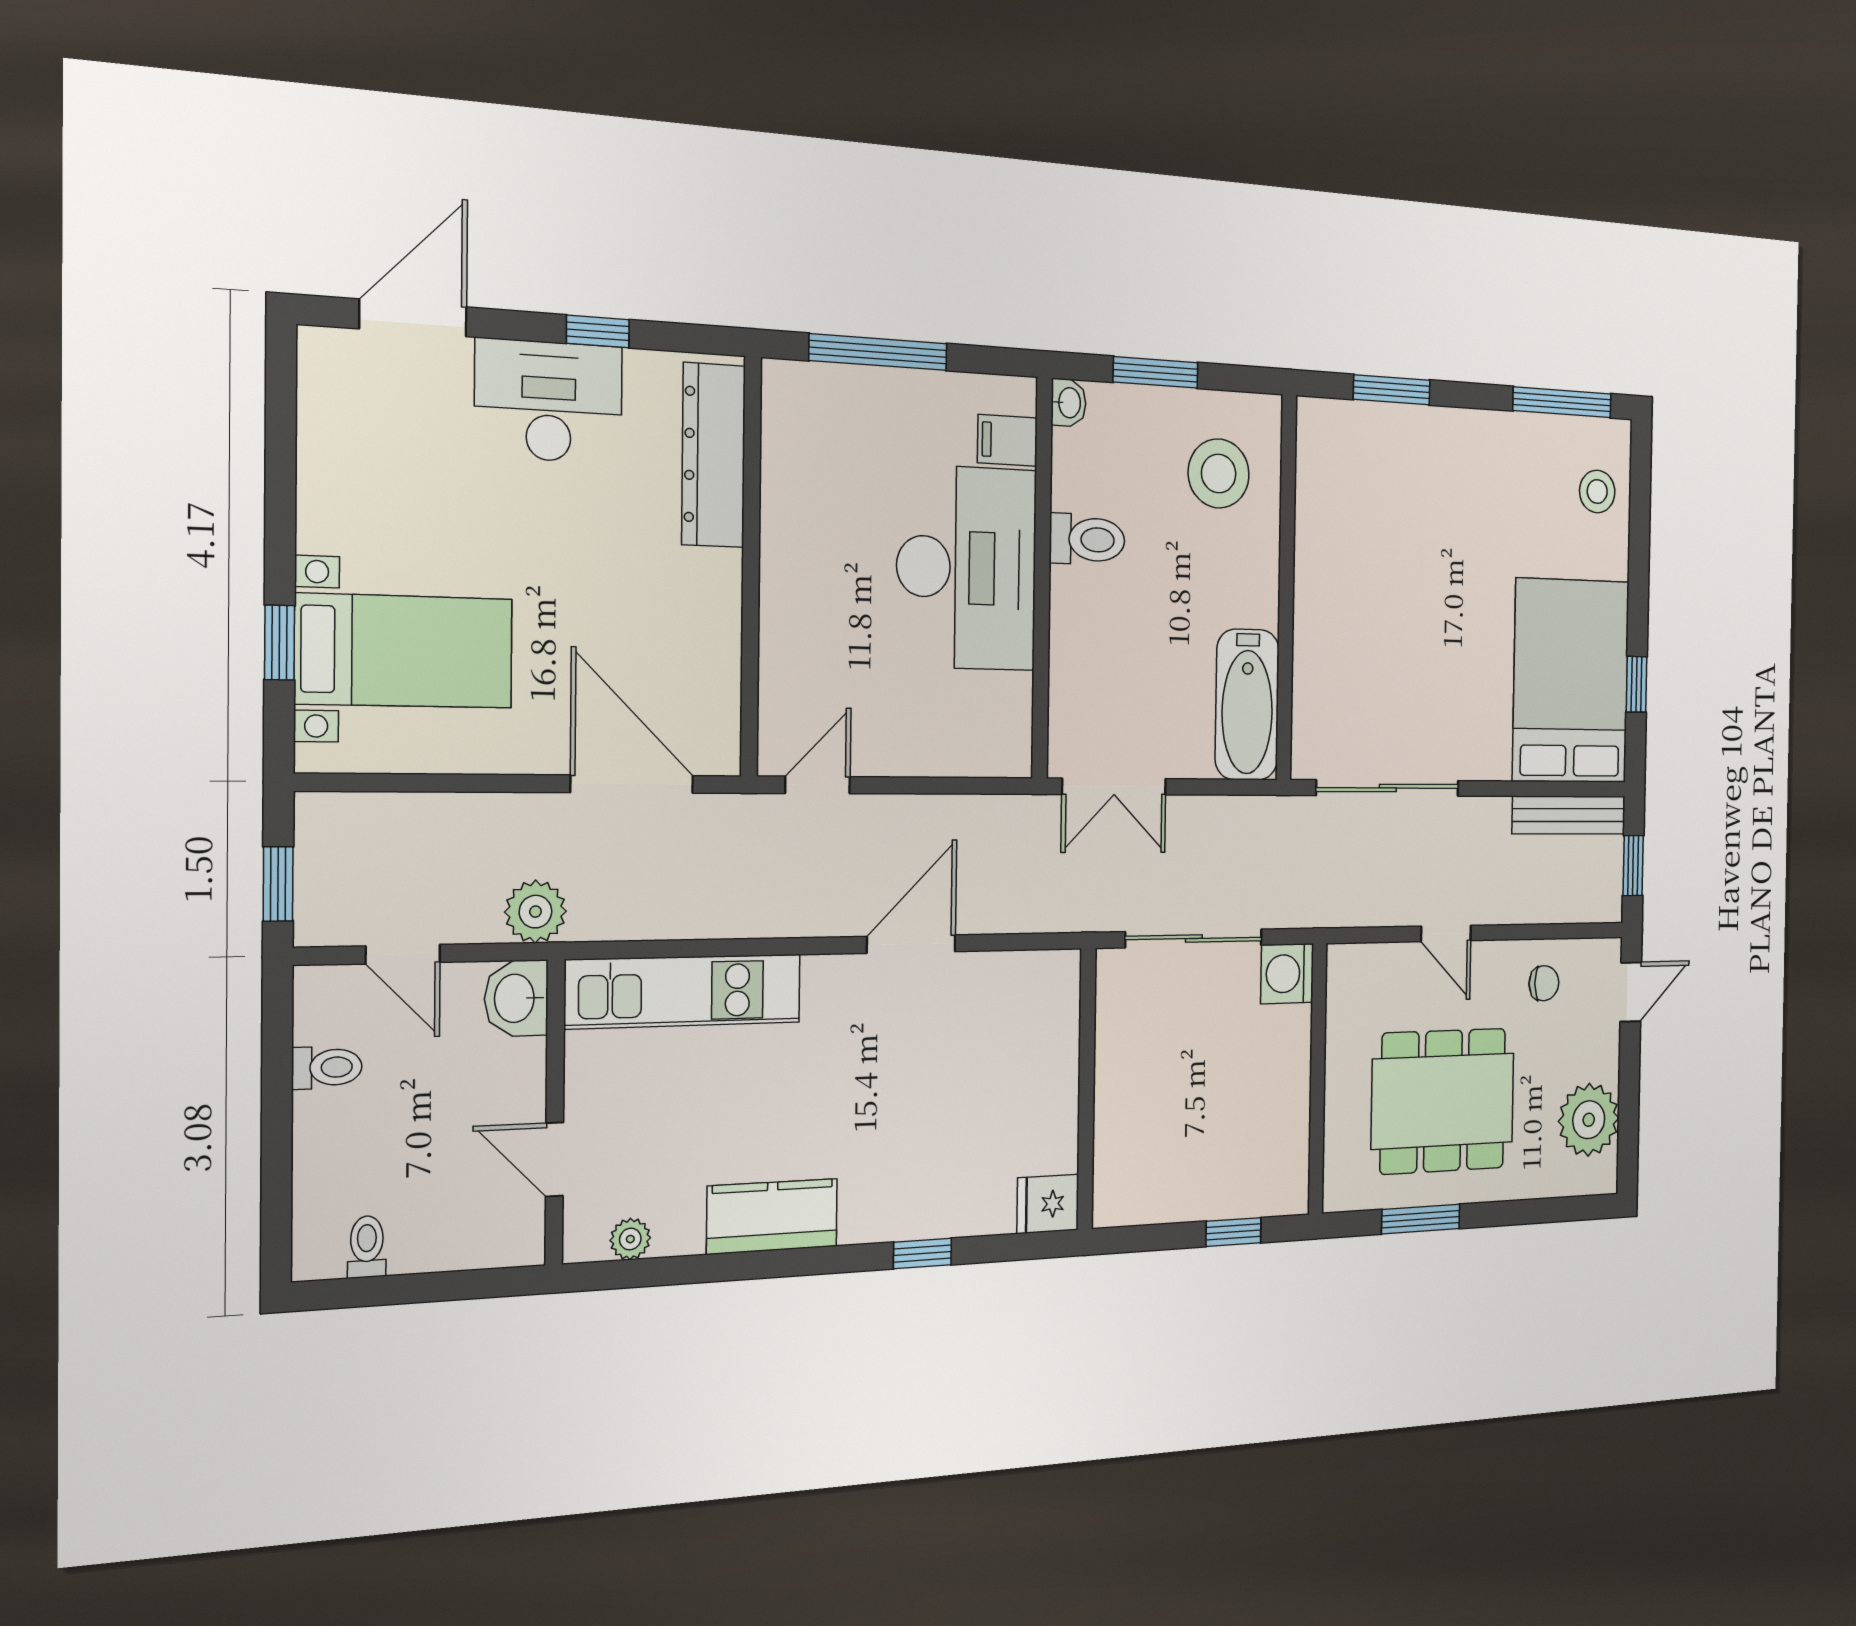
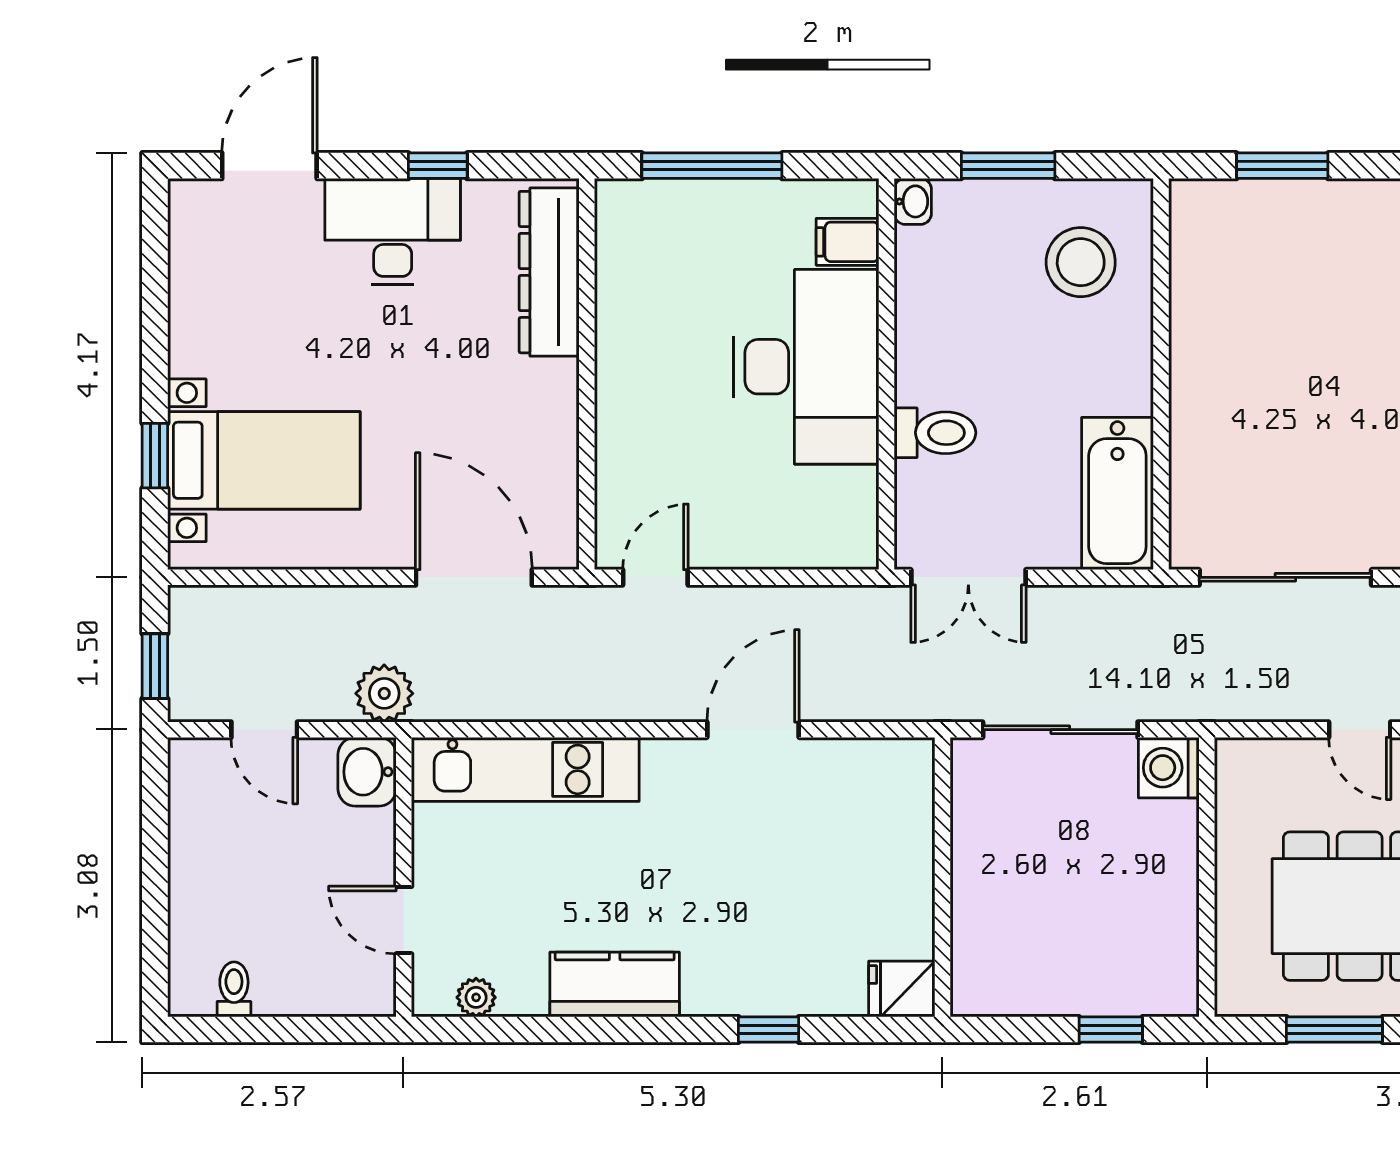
toilet: (1087, 539) -> (935, 433), moved
toilet: (327, 1067) -> (198, 828), removed

